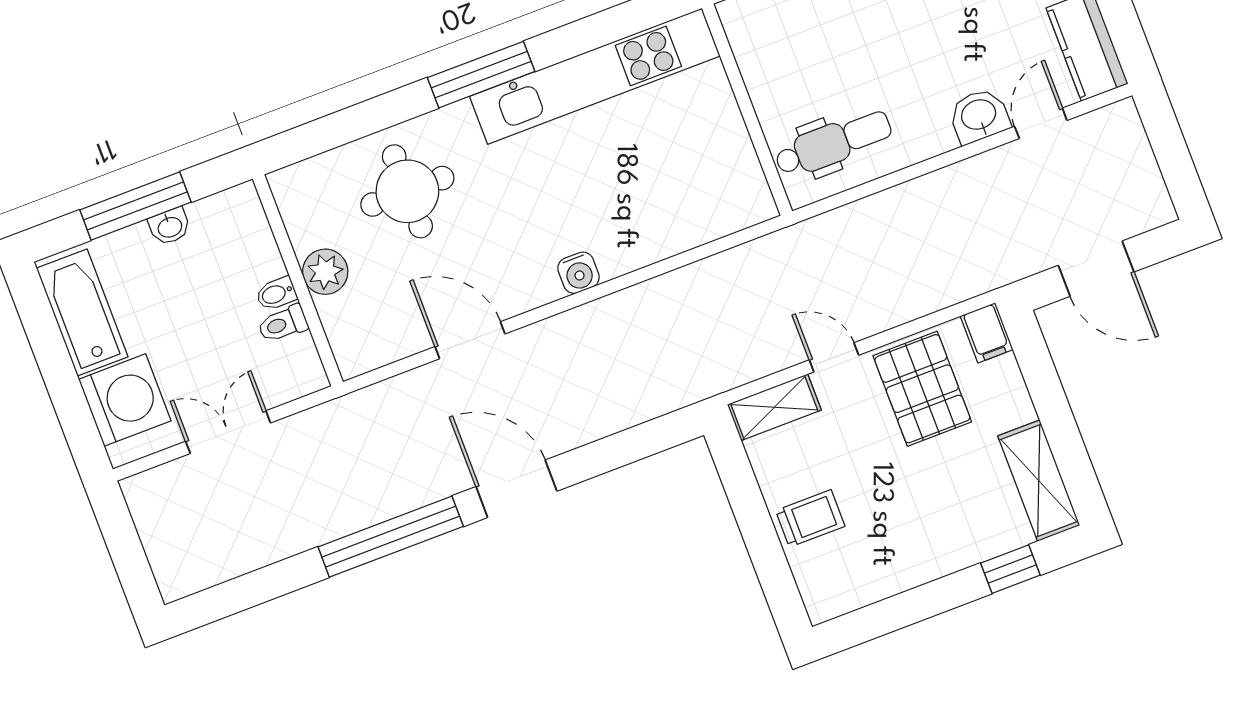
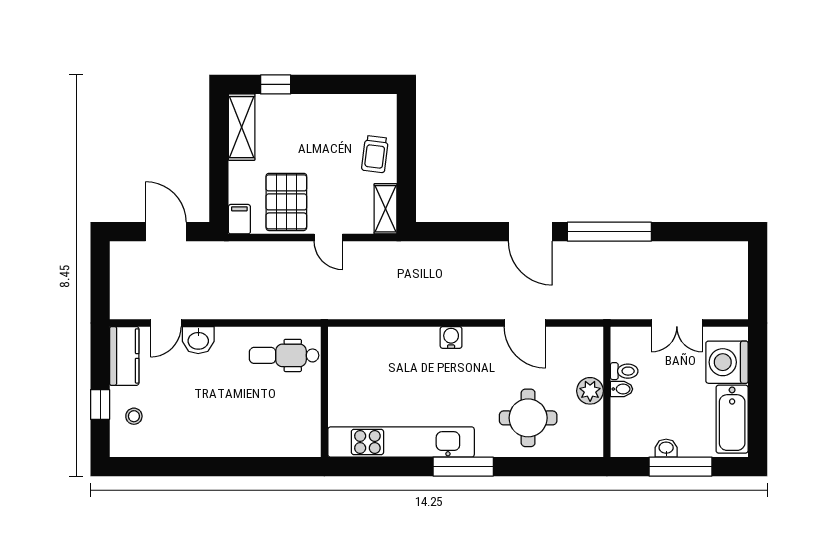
shelving: (774, 407) -> (385, 209), moved, turned 90
trolley: (810, 518) -> (375, 154), turned -83

